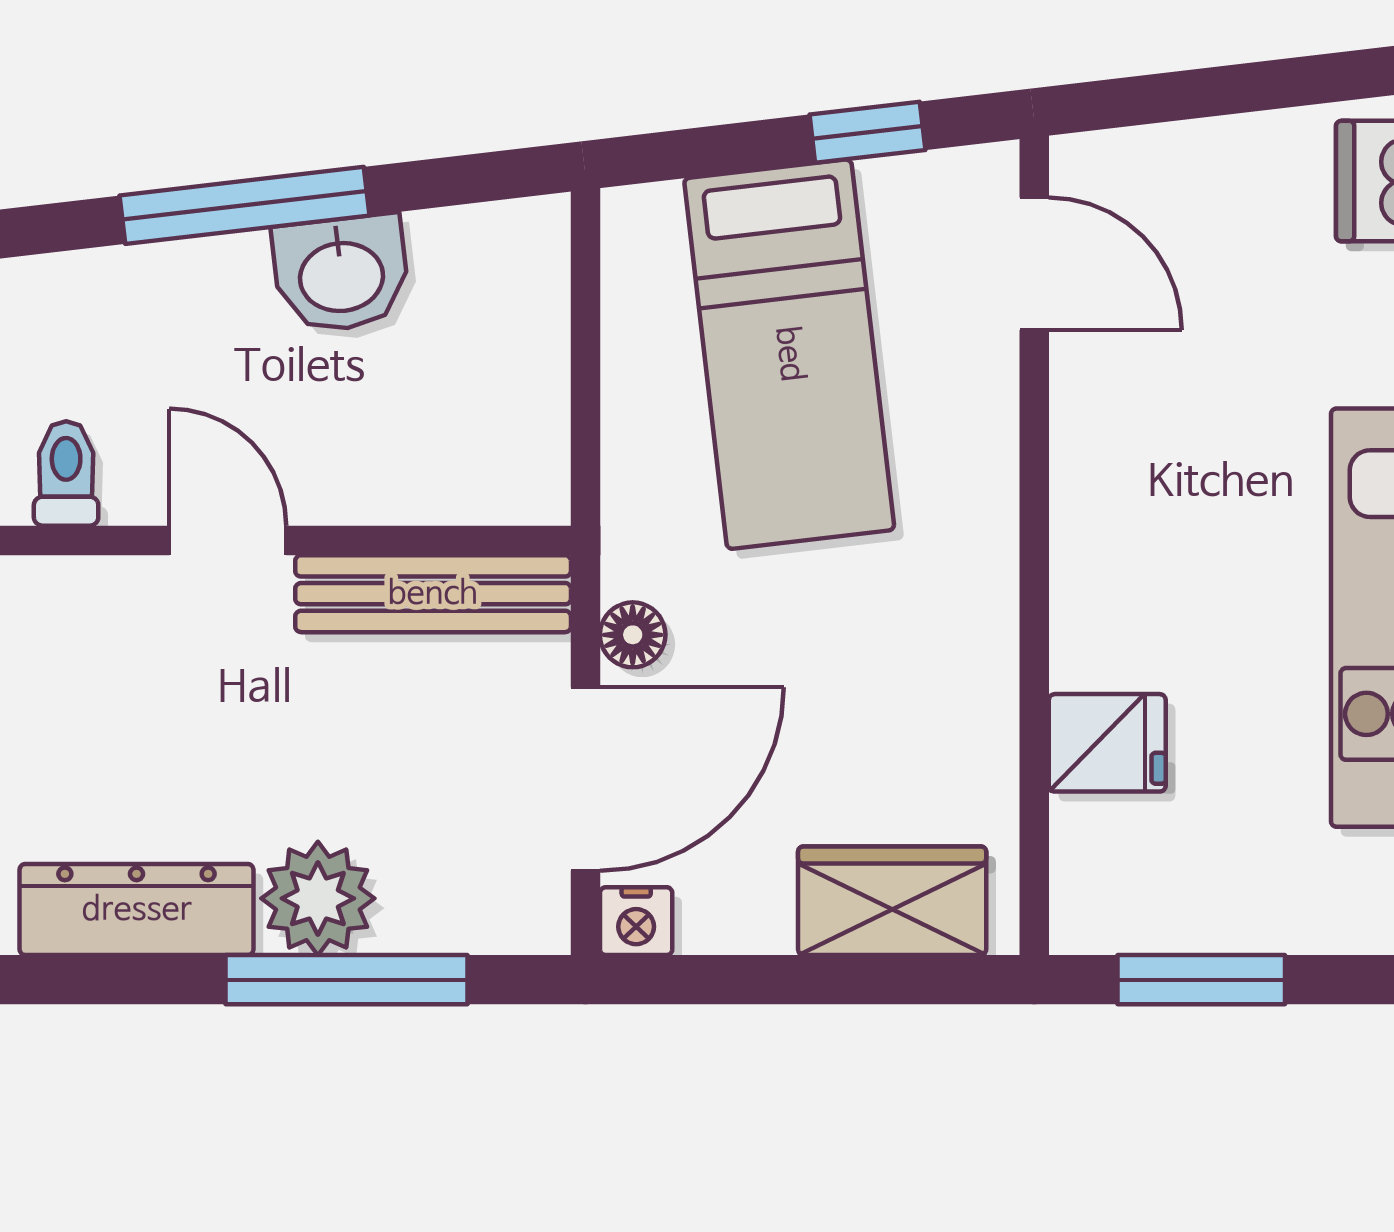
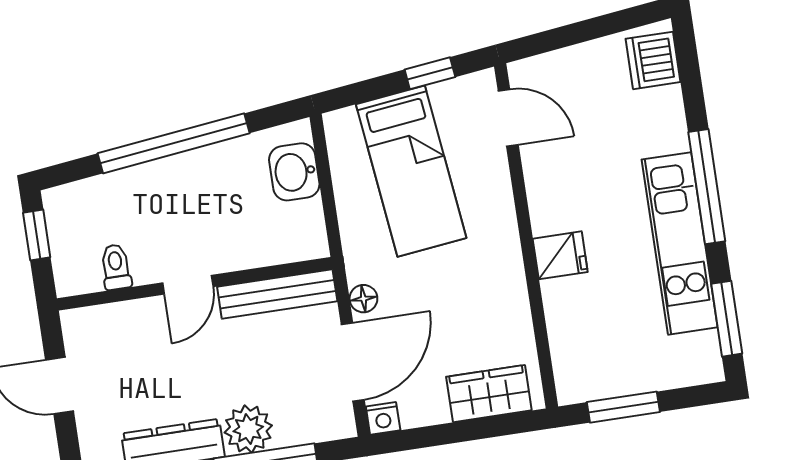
window: (245, 205) -> (174, 143), width x1.46
washbasin: (341, 274) -> (294, 172), moved, turned 97
door: (228, 540) -> (188, 285), swing flipped
fridge: (1107, 743) -> (560, 255), moved

